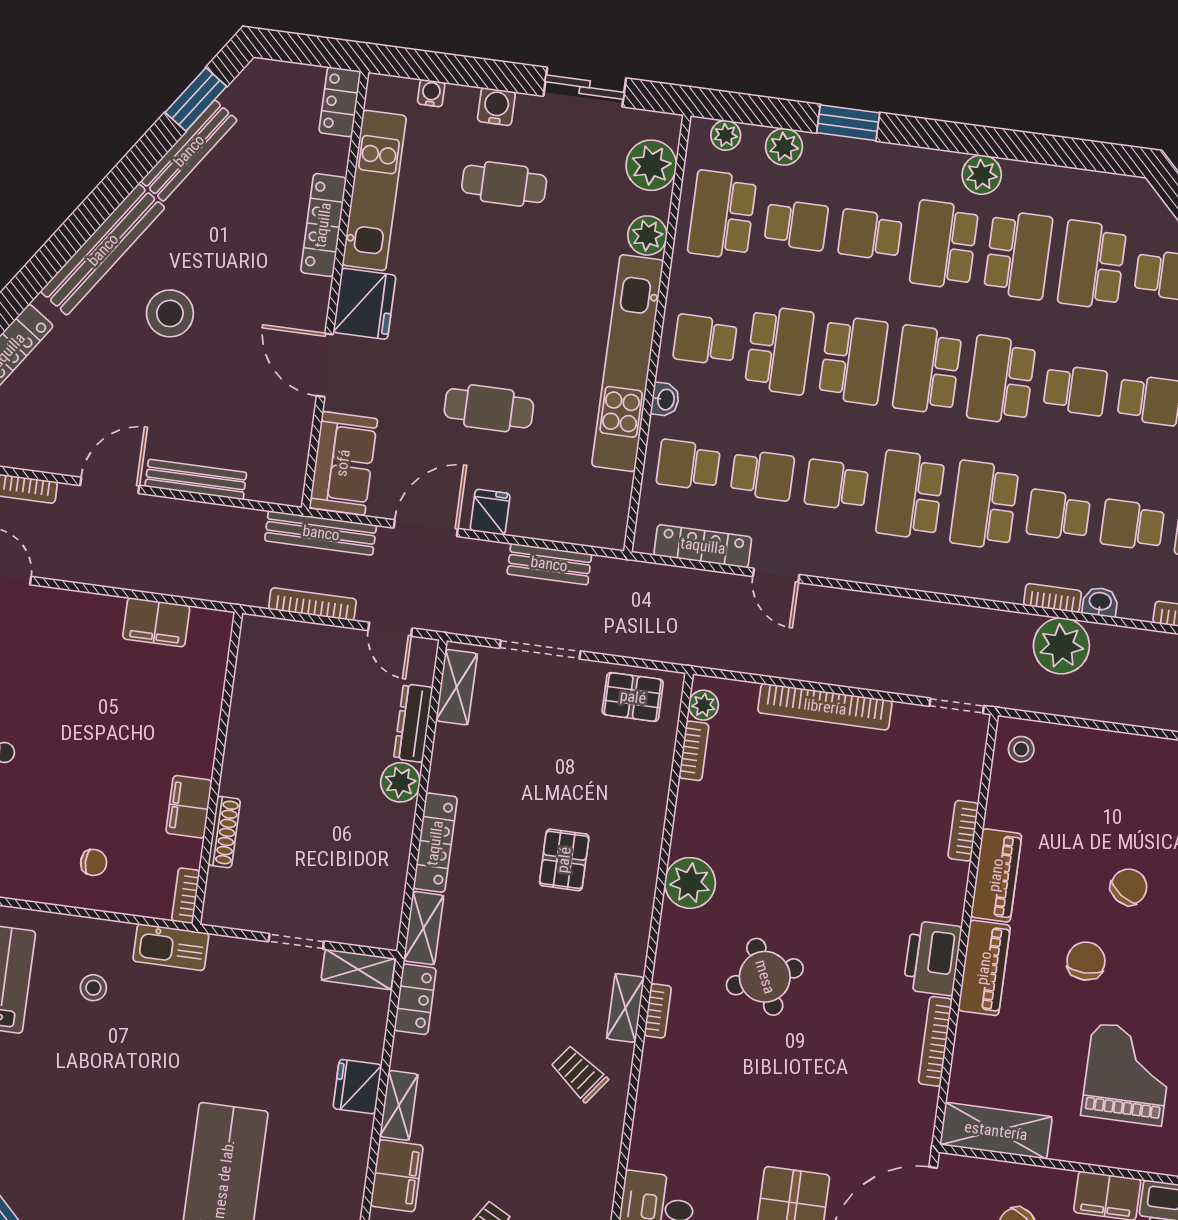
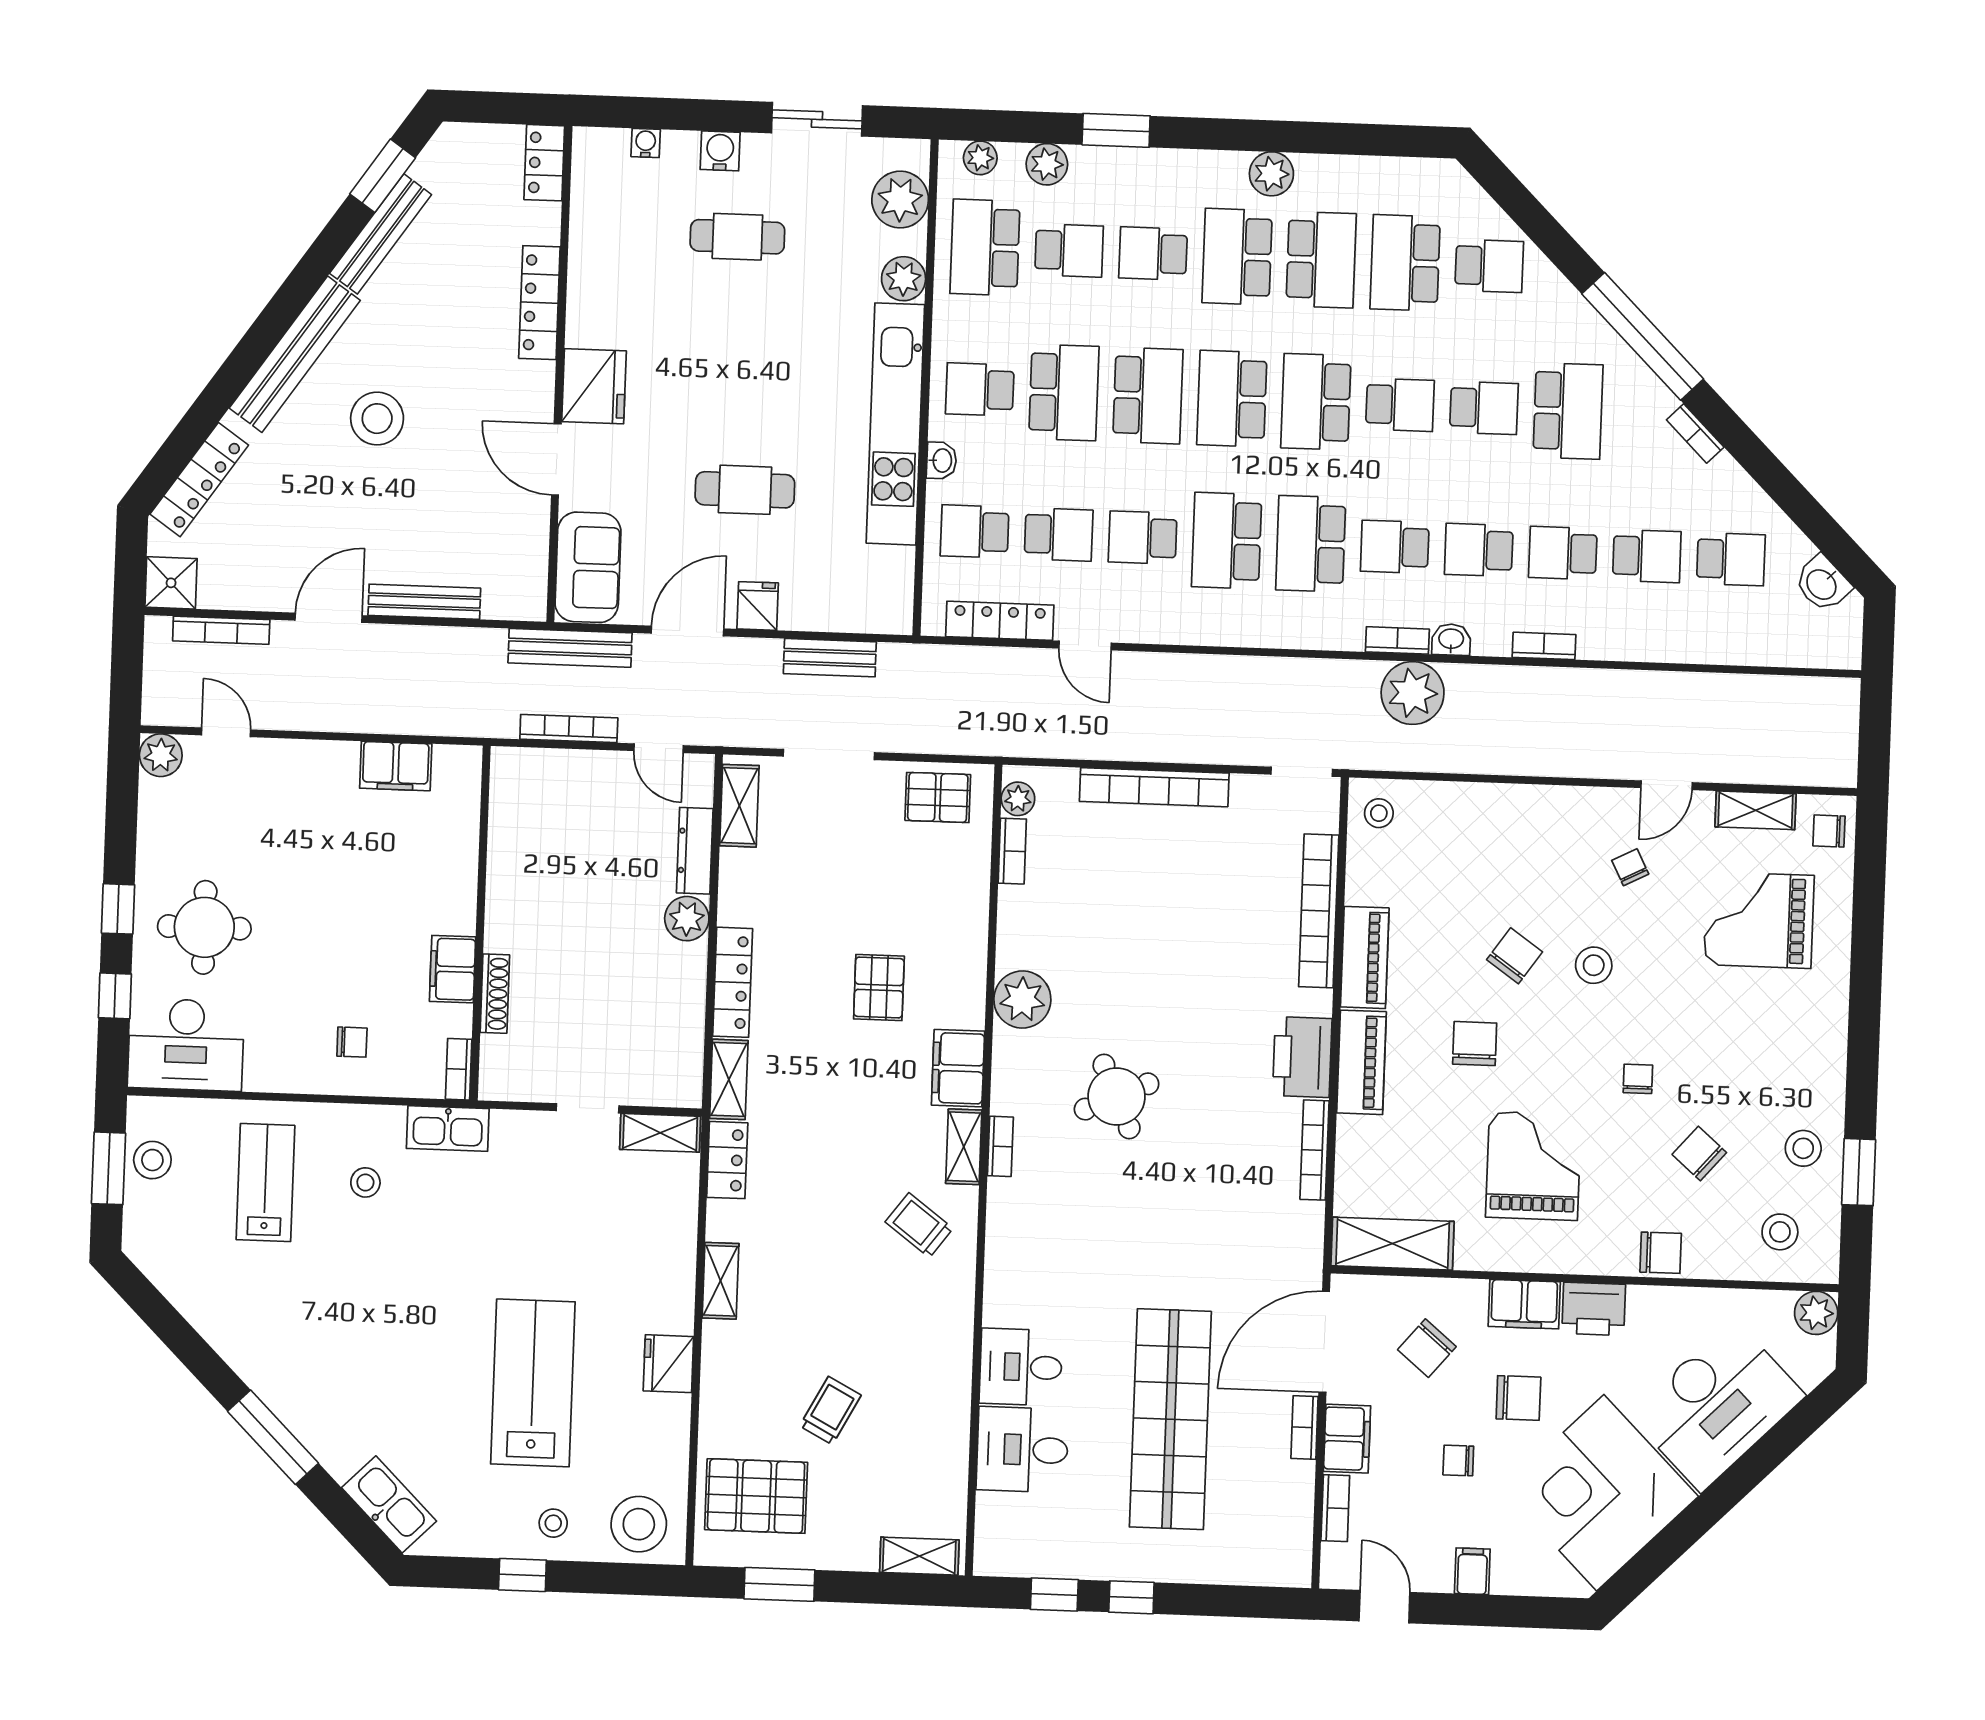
kitchen unit: (374, 190) -> (592, 258), removed
bookcase: (963, 831) -> (1319, 911), width x2.31, depth x1.31
fridge: (357, 1087) -> (668, 1364), moved
filing cabinet: (397, 1176) -> (958, 1068), moved, turned 180

